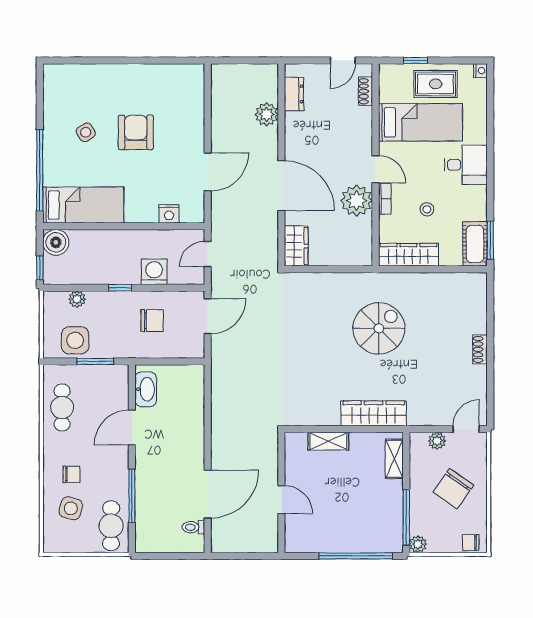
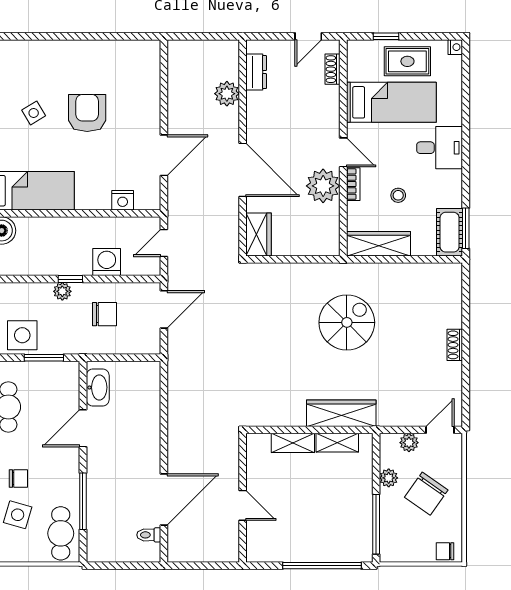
plant: (77, 299) -> (62, 291), moved
shelving: (394, 459) -> (337, 443), moved, turned 90
plant: (418, 544) -> (389, 478), moved

